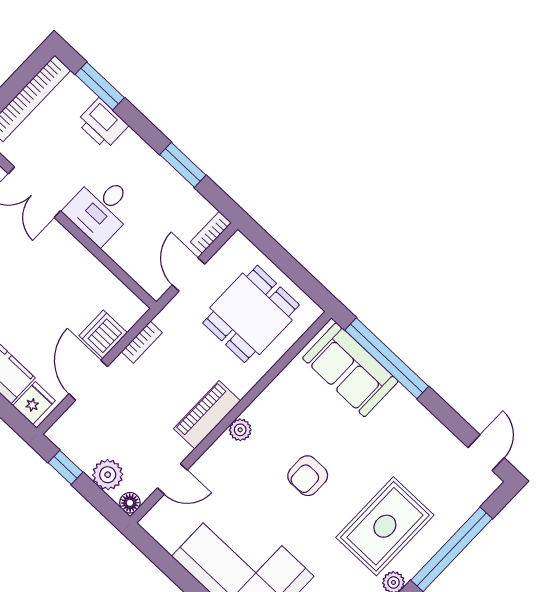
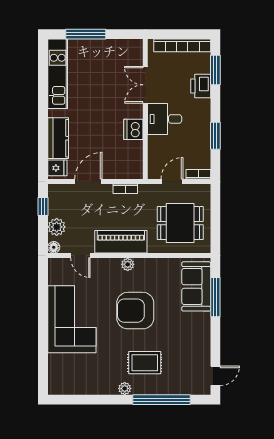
dishwasher: (103, 334) -> (133, 129), moved, turned -90
window: (387, 358) -> (215, 297), width x0.68
piano: (207, 415) -> (121, 242), width x1.37, depth x1.33
armchair: (308, 476) -> (135, 311), width x1.88, depth x1.88
rug: (385, 526) -> (145, 363), width x0.73, depth x0.70

